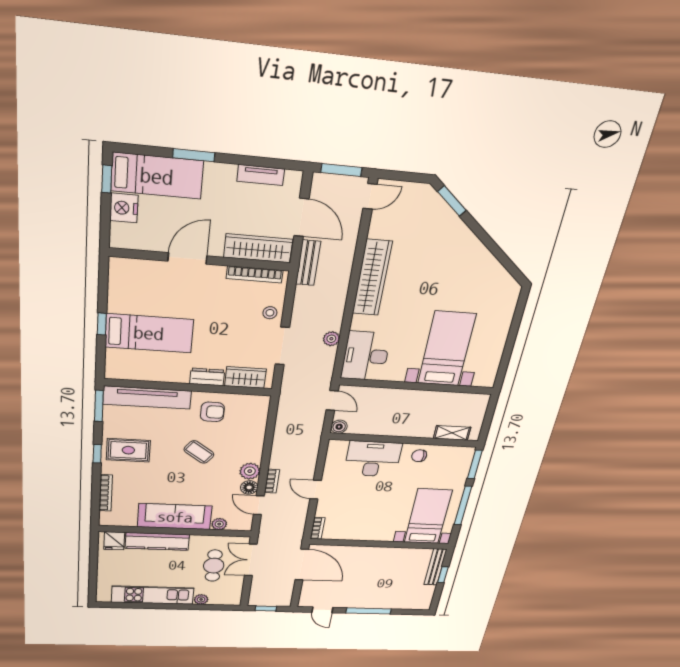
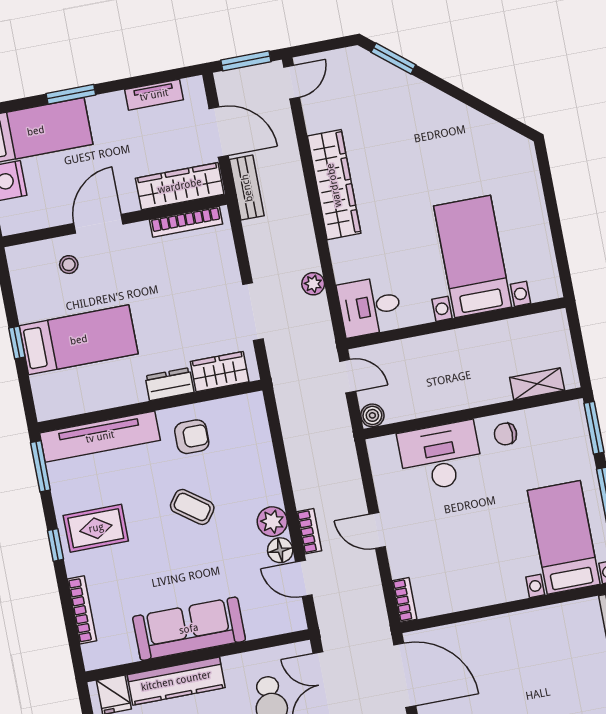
stool: (270, 313) -> (69, 265), moved
desk: (366, 356) -> (370, 306), width x0.73
plant: (219, 524) -> (257, 627), removed

